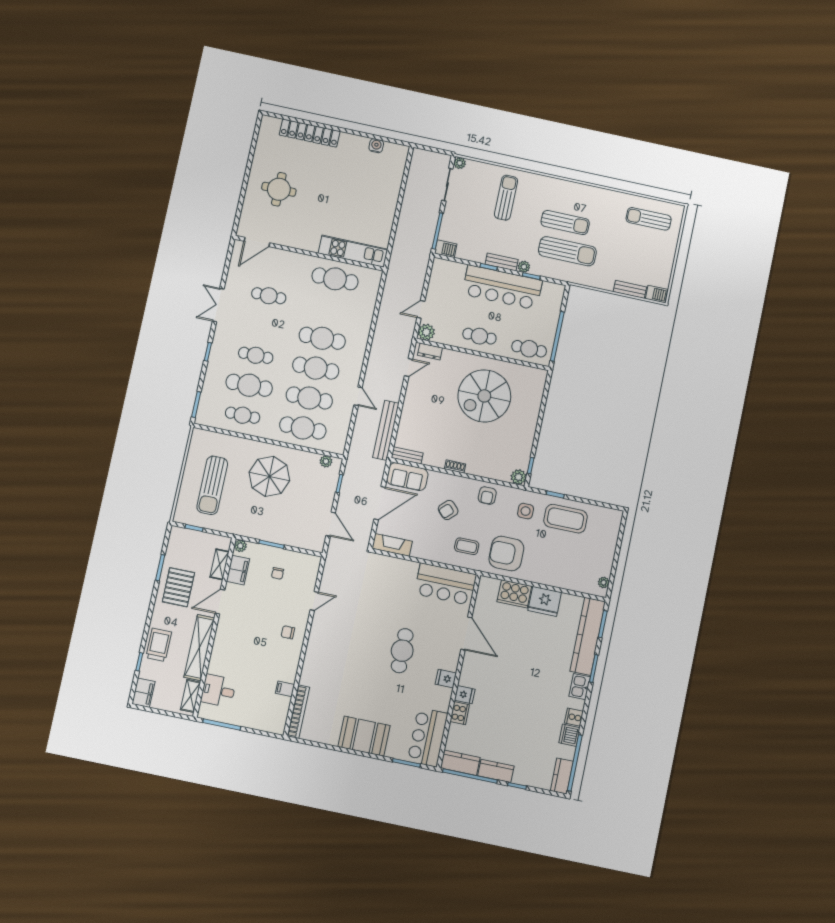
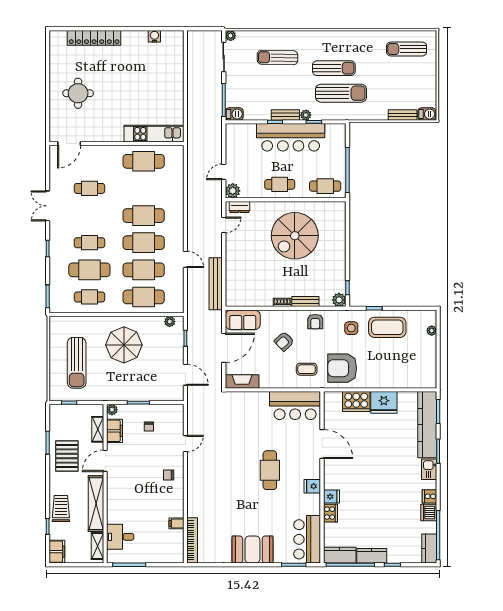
sun lounger: (506, 198) -> (277, 57), turned -89
bench: (407, 455) -> (305, 302), moved
plant: (604, 582) -> (432, 331), moved

